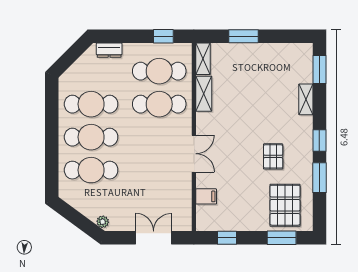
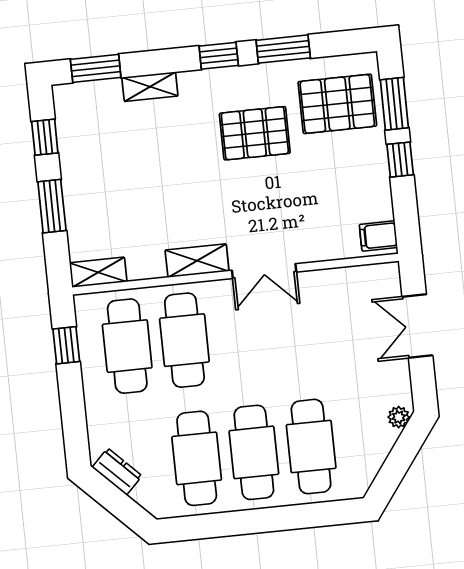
window: (283, 36) -> (45, 137), added
dresser: (109, 50) -> (117, 472), moved, turned -45
shelving: (204, 94) -> (197, 261), moved
double door: (194, 154) -> (264, 271), swing flipped
pallet: (273, 156) -> (255, 133), width x1.50, depth x1.42
filing cabinet: (206, 196) -> (378, 236), moved, turned -90
window: (227, 238) -> (400, 160), moved

